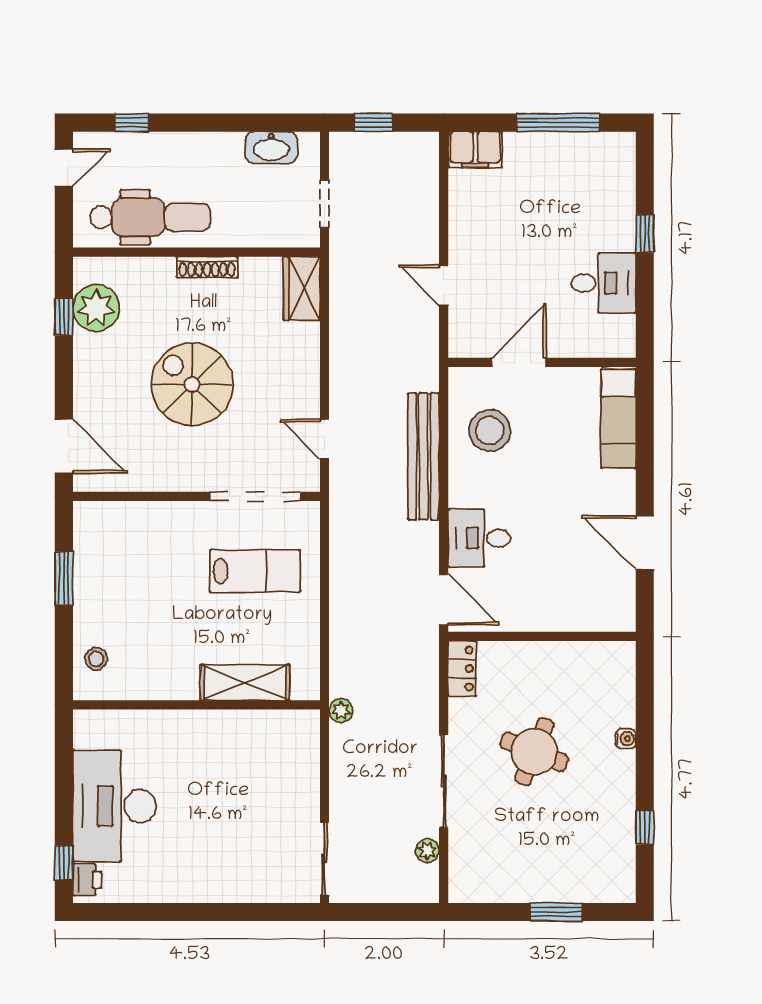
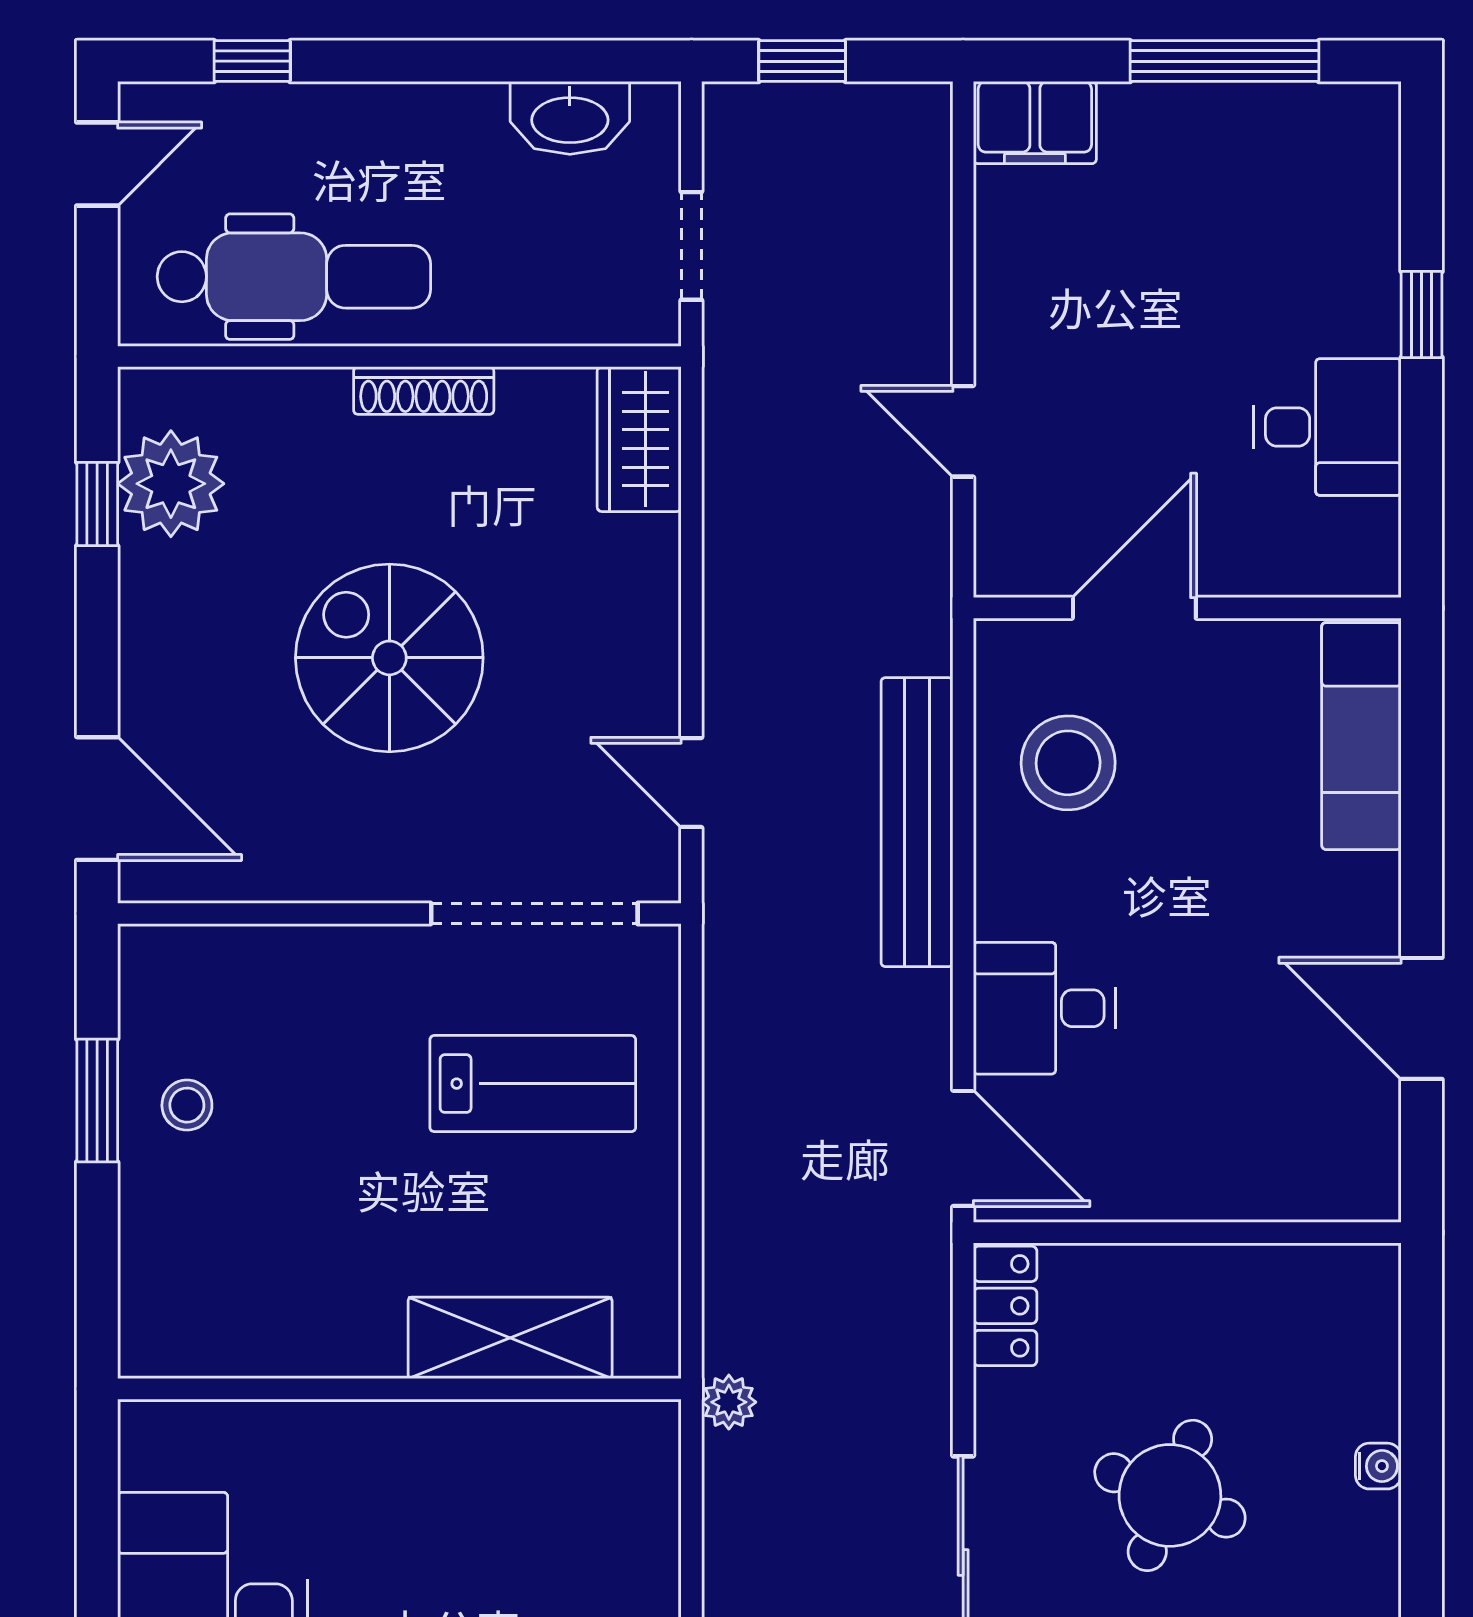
stool: (96, 659) -> (187, 1105), moved

